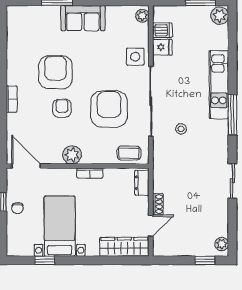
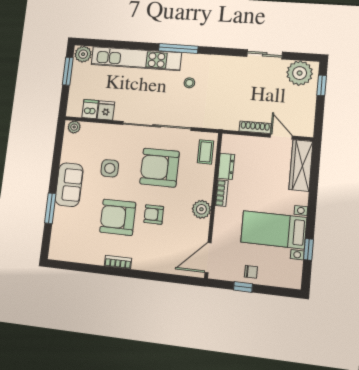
side table: (135, 57) -> (110, 168), moved
kitchen unit: (219, 85) -> (136, 59), width x1.36
bookcase: (12, 99) -> (118, 262), moved
stool: (181, 129) -> (189, 83), moved
sliding door: (232, 181) -> (265, 54), moved
dresser: (142, 183) -> (226, 166), moved, turned -90
shoe rack: (158, 204) -> (255, 127), width x1.43
plant: (222, 244) -> (300, 73), width x1.88, depth x1.88

